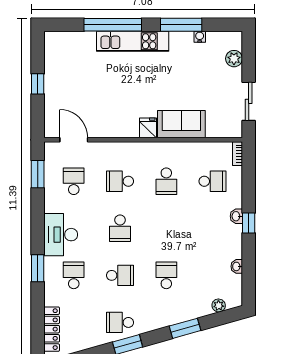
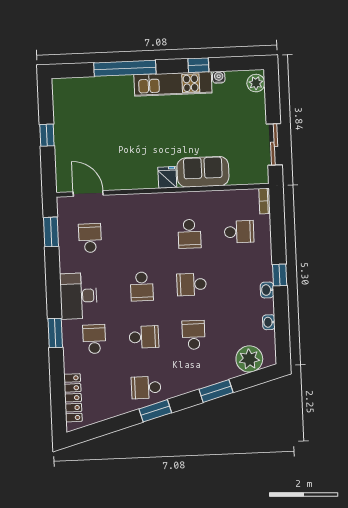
window: (181, 25) -> (198, 65), width x0.46
kitchen unit: (133, 41) -> (173, 84), moved
plant: (234, 59) -> (256, 83), moved
school desk: (120, 181) -> (192, 284), moved
washbasin: (236, 216) -> (267, 290), moved
plant: (219, 305) -> (249, 359), width x1.88, depth x1.88

